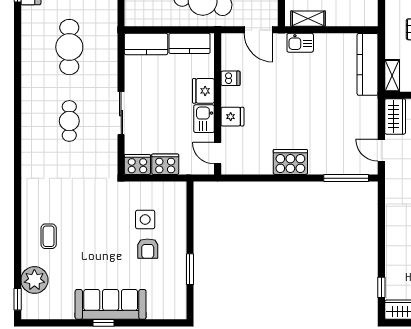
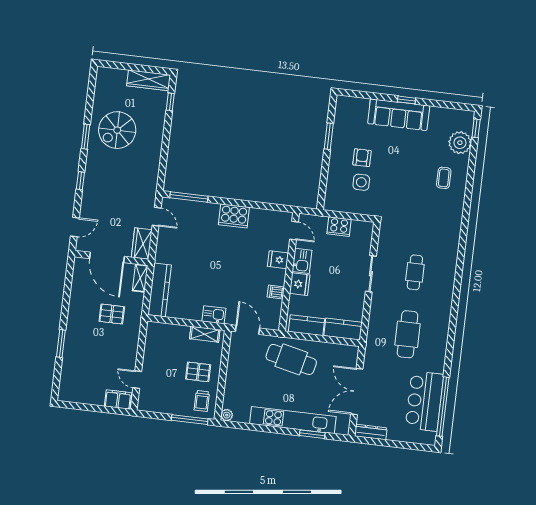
cooker: (137, 165) -> (362, 229), removed

